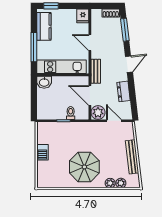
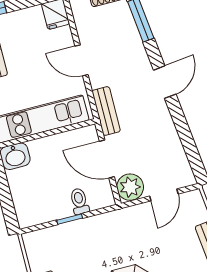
dresser: (124, 91) -> (168, 136), removed
door: (114, 121) -> (164, 195), swing flipped

